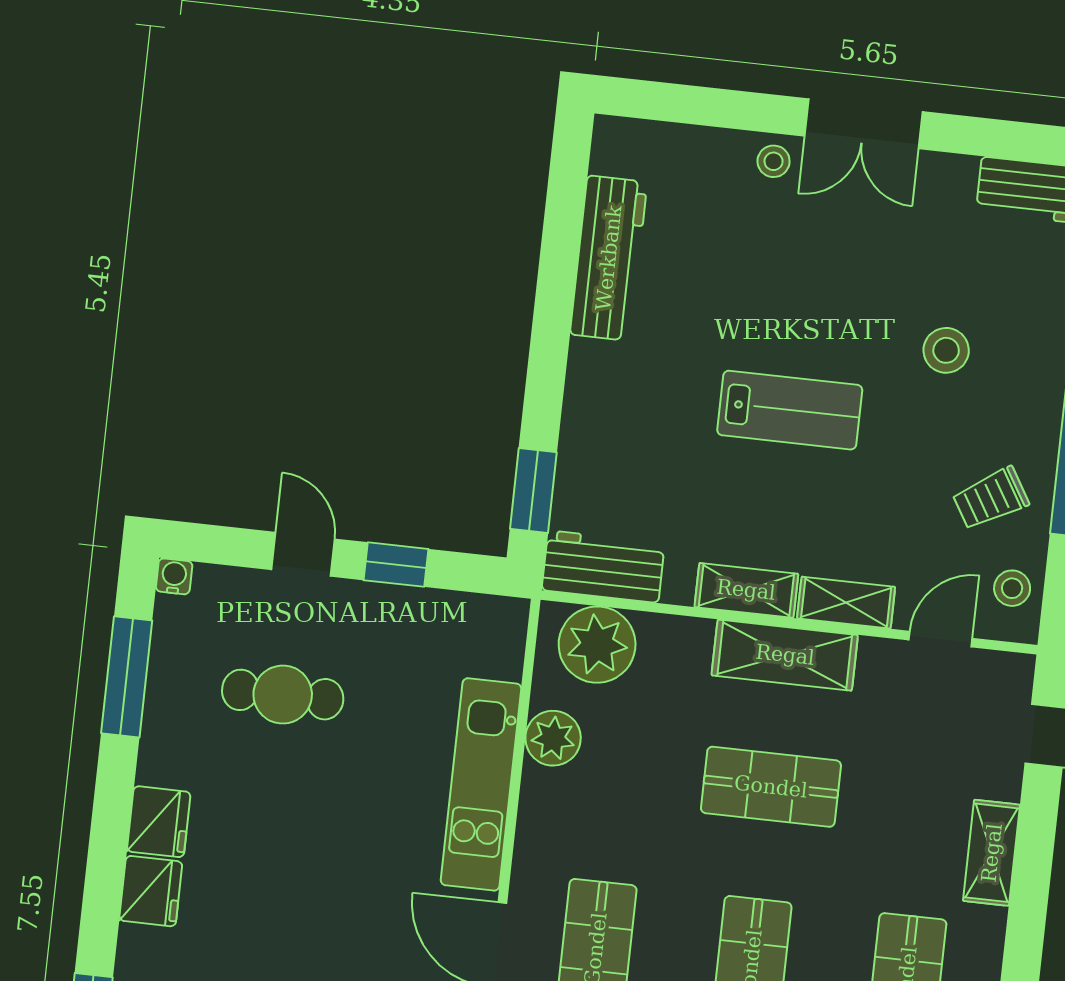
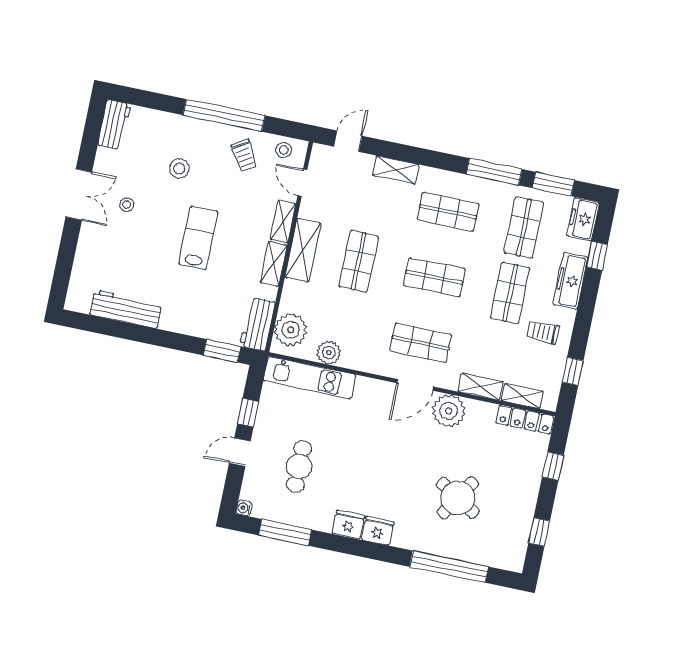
stool: (774, 161) -> (127, 205), moved
kitchen unit: (481, 784) -> (310, 378), moved

